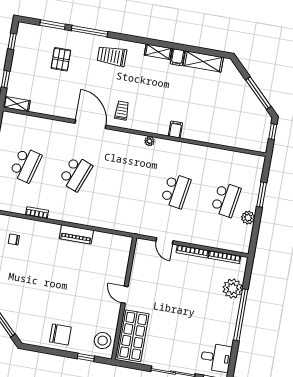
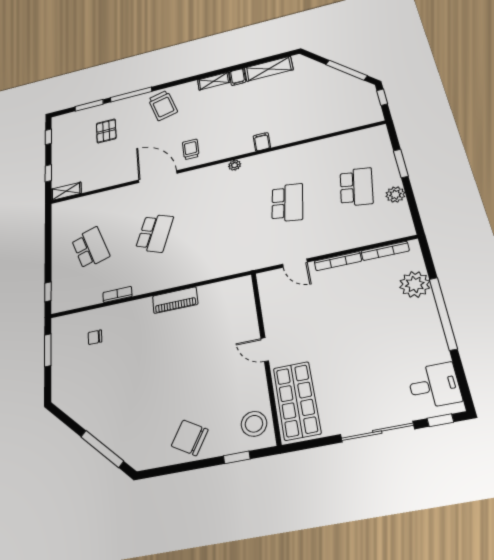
trolley: (112, 56) -> (163, 105), turned -105
school desk: (26, 165) -> (91, 248), turned -33
chair: (60, 334) -> (190, 438), turned -149

